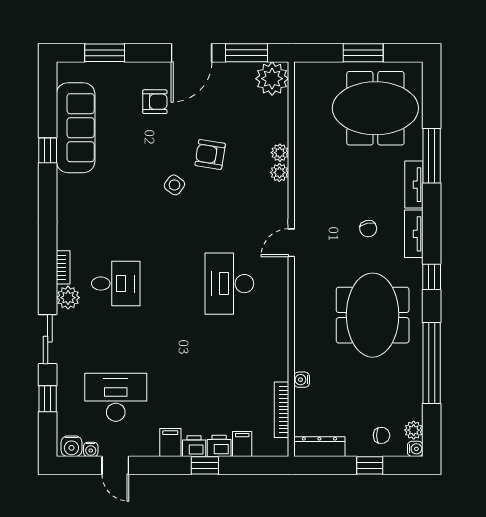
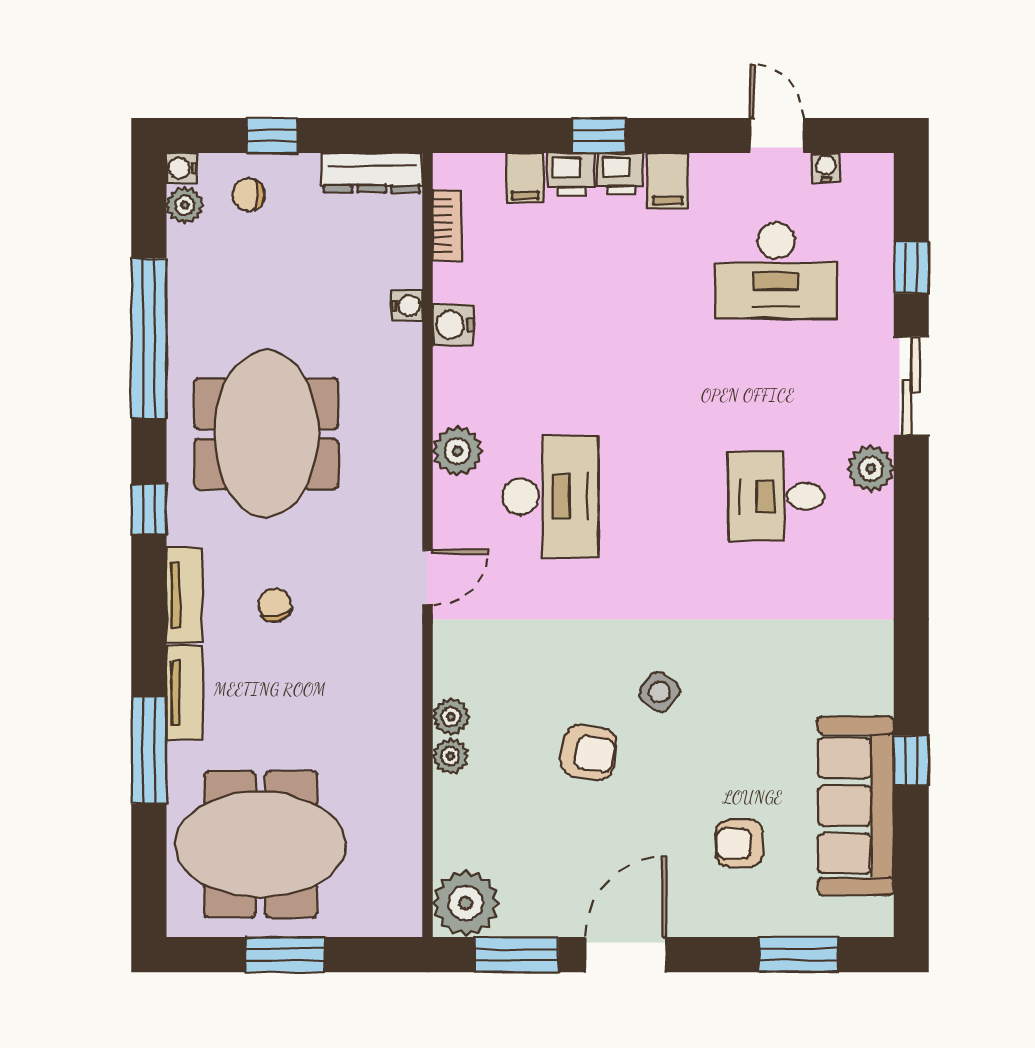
armchair: (155, 102) -> (739, 843), moved
bookcase: (63, 267) -> (880, 528), removed
plant: (276, 306) -> (457, 451), added
bookcase: (282, 410) -> (447, 226), width x0.64
water cooler: (71, 446) -> (453, 325), moved, turned -90

